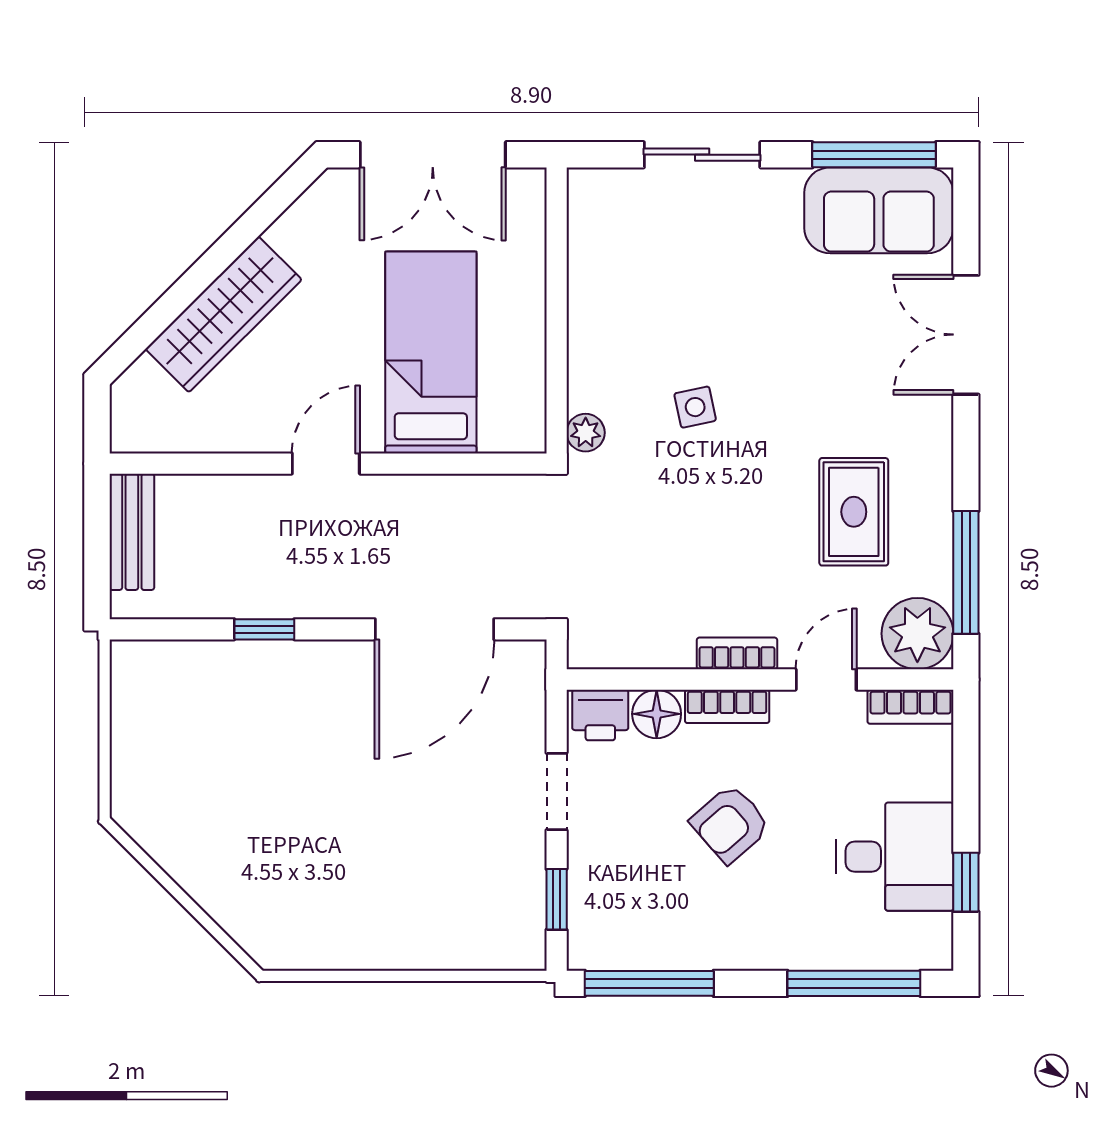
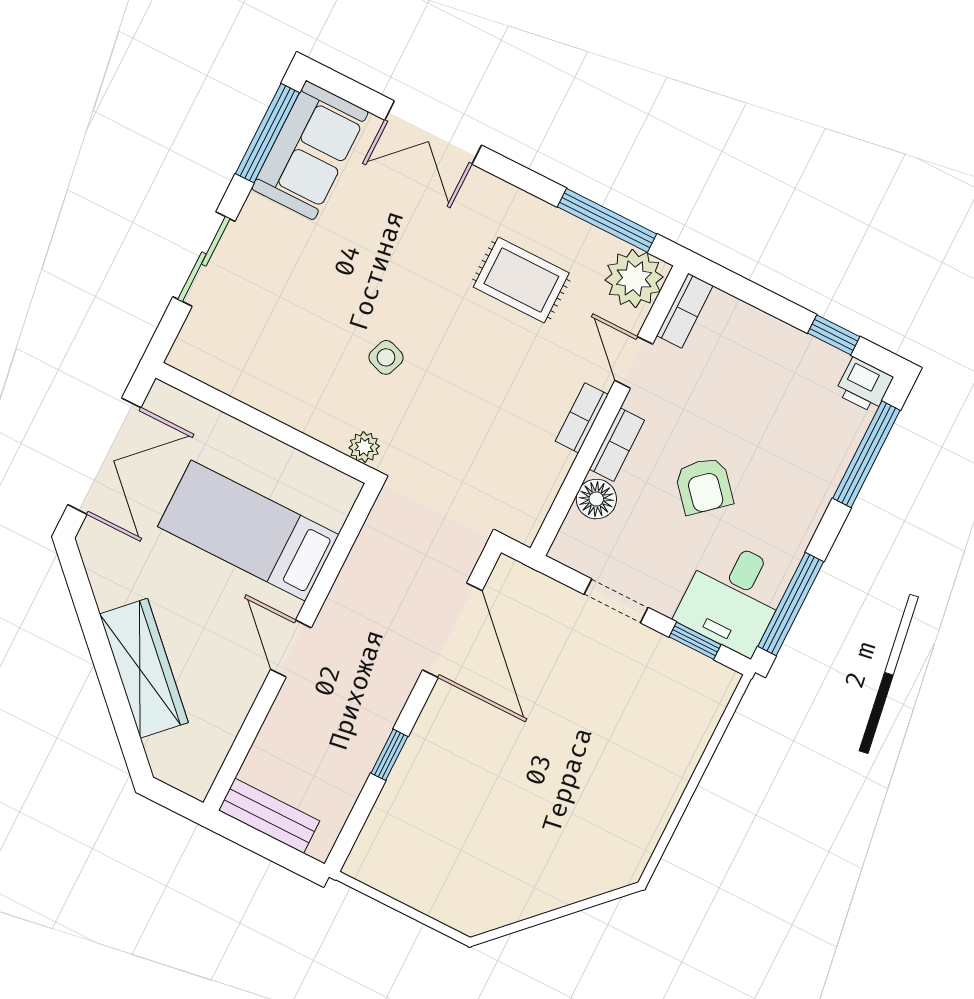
side table: (695, 407) -> (386, 357), turned 32
printer: (600, 715) -> (864, 385), moved, turned 90
desk: (895, 857) -> (733, 597), moved, turned 180

